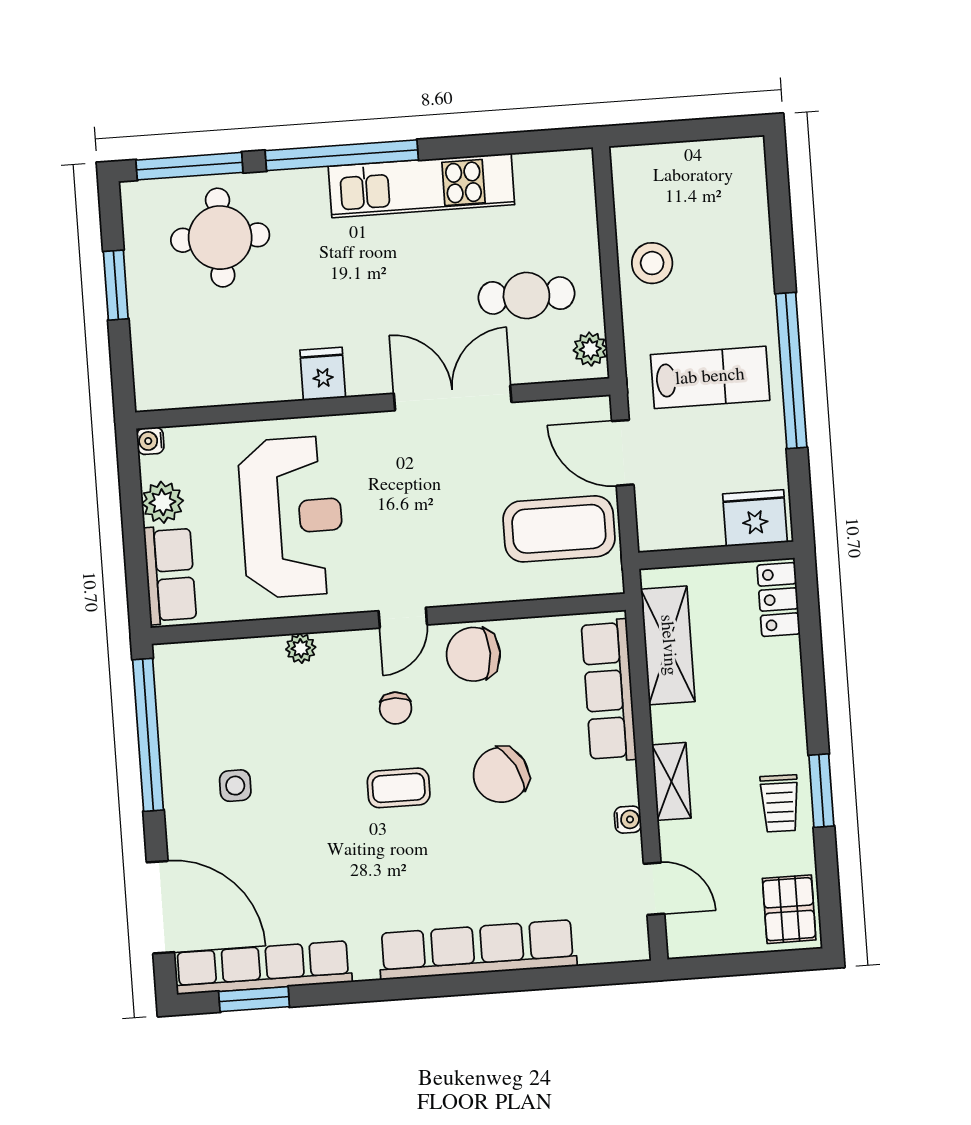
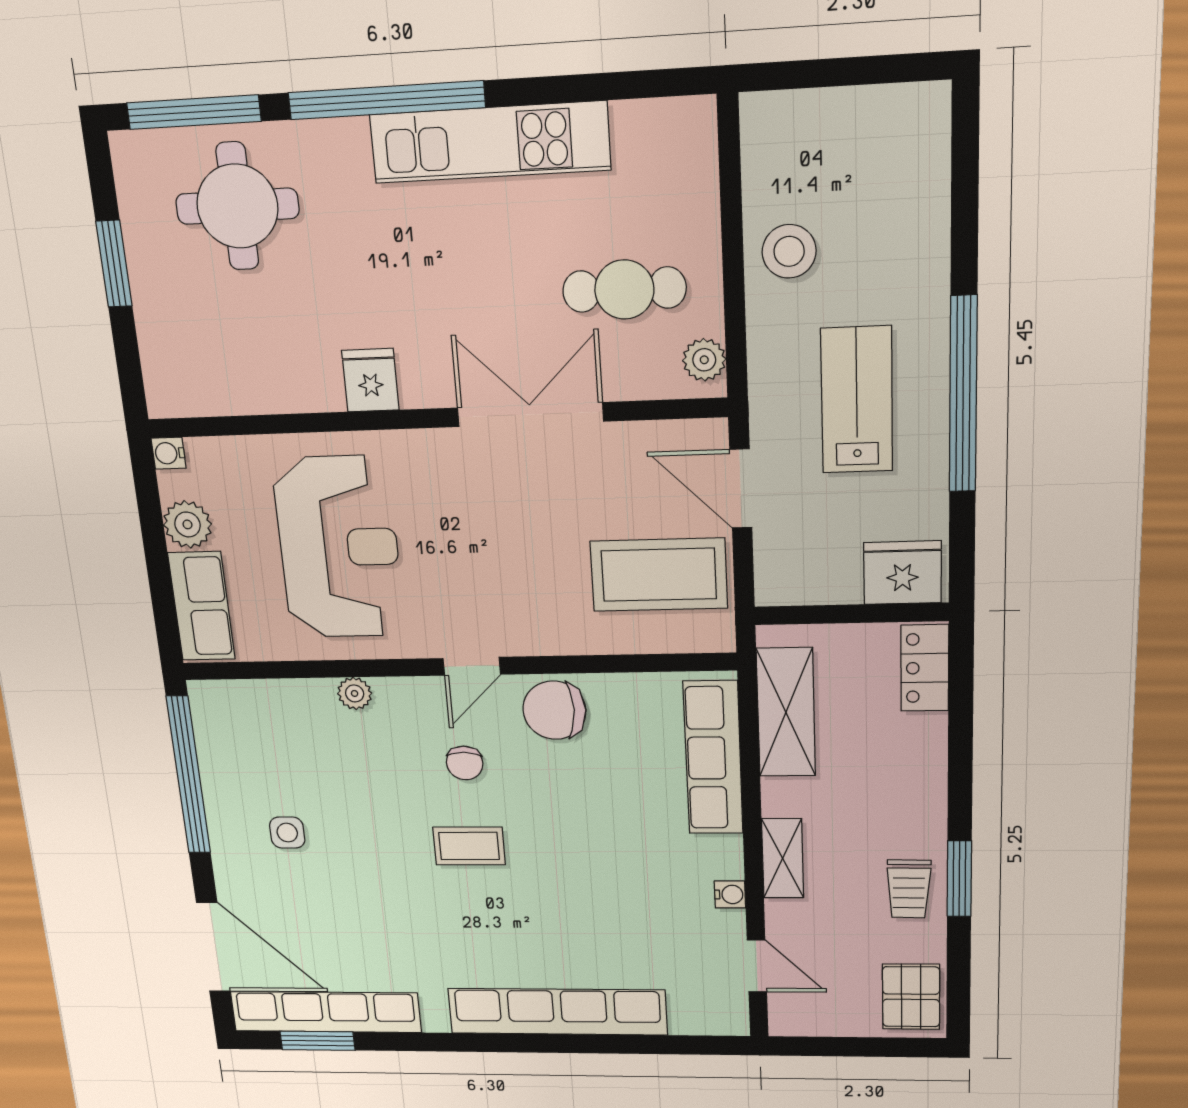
lab bench: (710, 377) -> (857, 400), turned -90
chair: (501, 775) -> (585, 840), removed

